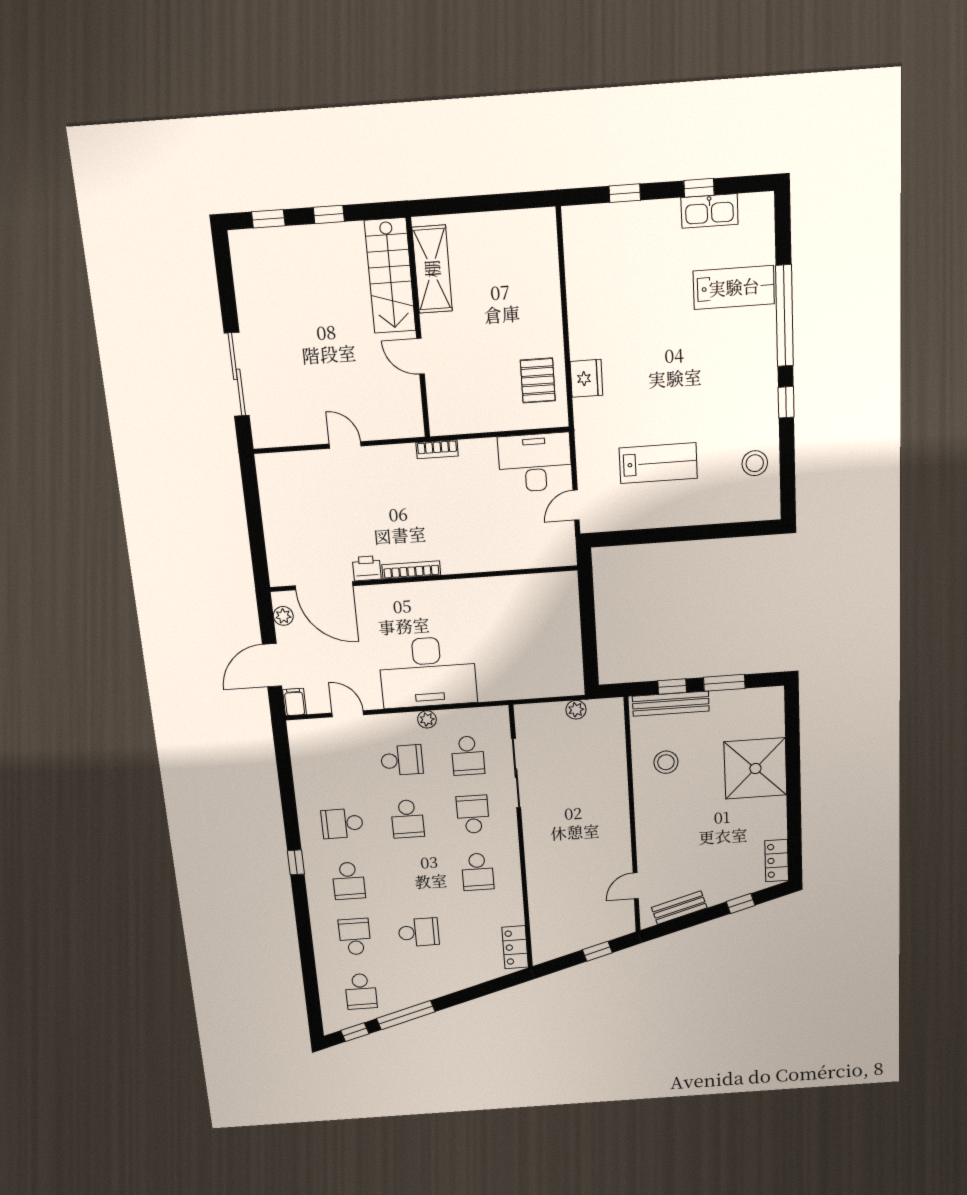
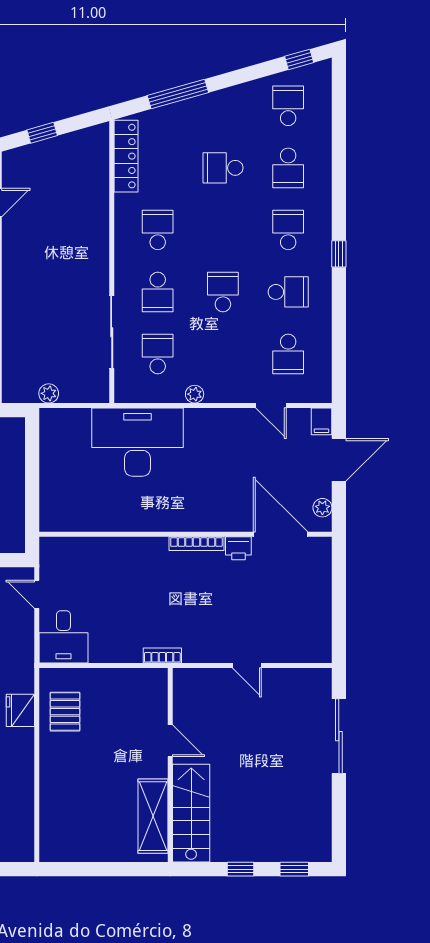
desk: (535, 463) -> (63, 637), width x0.73
door: (576, 505) -> (37, 594), swing flipped
desk: (428, 672) -> (138, 442), moved
school desk: (402, 760) -> (288, 354), moved, turned -90
locker: (515, 947) -> (126, 156), width x1.53
window: (406, 1015) -> (178, 94), moved

